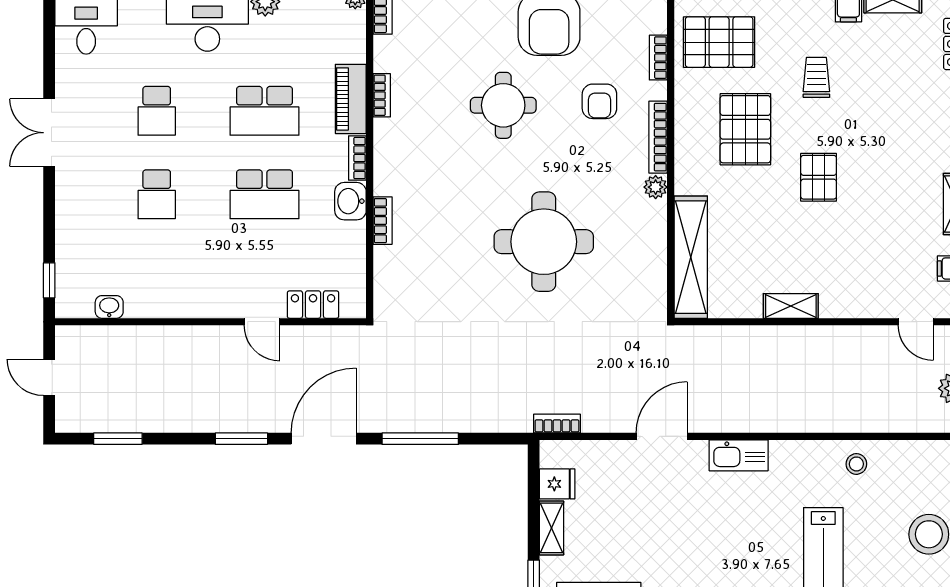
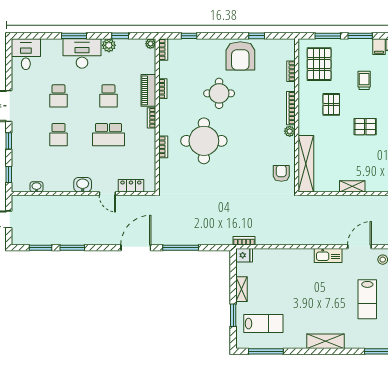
pallet: (719, 42) -> (319, 64), turned 90
armchair: (599, 101) -> (281, 173), moved, turned 180
school desk: (265, 111) -> (108, 96), width x0.54
pallet: (745, 129) -> (331, 104), width x0.67, depth x0.71
pallet: (819, 177) -> (365, 127), turned 90
washbasin: (350, 201) -> (83, 185), moved, turned 90
window: (49, 208) -> (9, 141), added
round table: (544, 242) -> (204, 141), moved
door: (662, 436) -> (359, 247), moved
window: (241, 439) -> (72, 248), moved
fridge: (557, 484) -> (244, 255), moved

